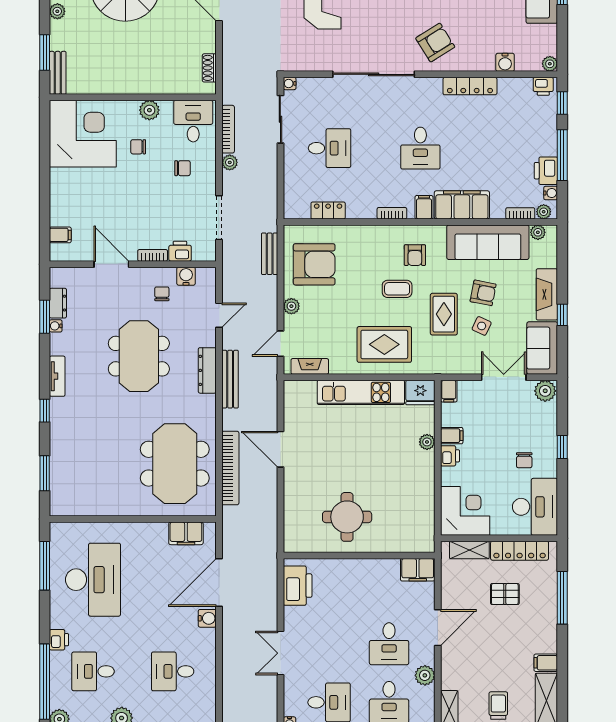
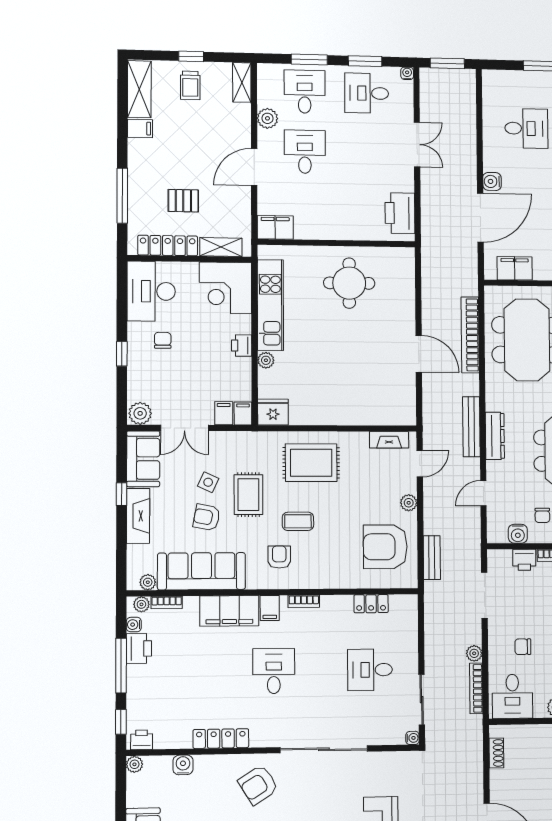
kitchen unit: (361, 392) -> (270, 305), moved, turned 90
filing cabinet: (452, 436) -> (224, 413), moved, turned 90

